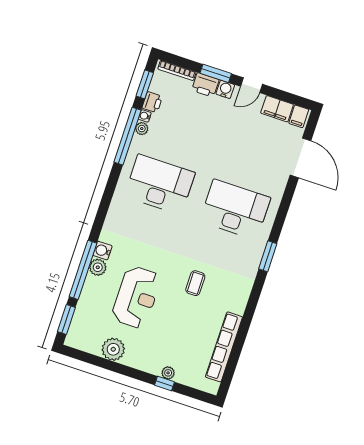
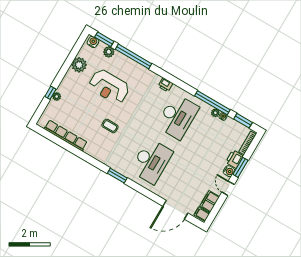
printer: (152, 102) -> (166, 85), moved
water cooler: (103, 251) -> (93, 42), moved
plant: (98, 267) -> (109, 52), moved

